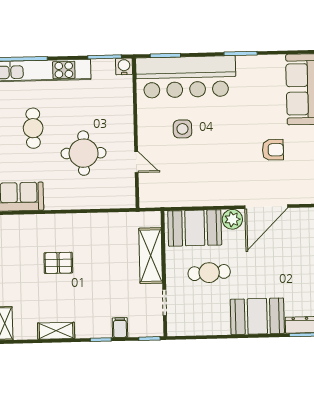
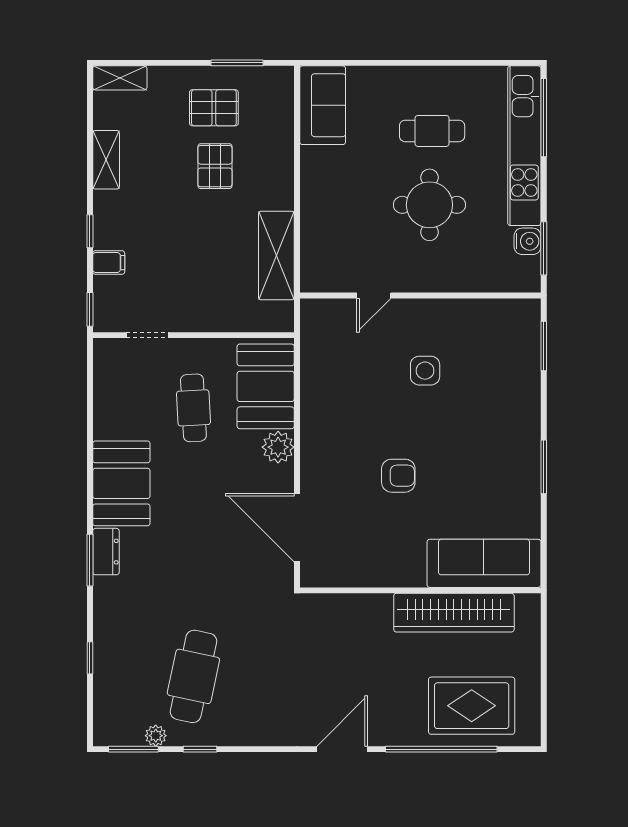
water cooler: (124, 66) -> (528, 241), moved
bar counter: (186, 77) -> (508, 378), removed
armchair: (273, 150) -> (398, 476), moved, turned -90
round table: (84, 153) -> (429, 205), moved
door: (266, 207) -> (297, 528), moved
shelving: (151, 256) -> (276, 256), moved, turned 90
pallet: (22, 264) -> (214, 108), added

